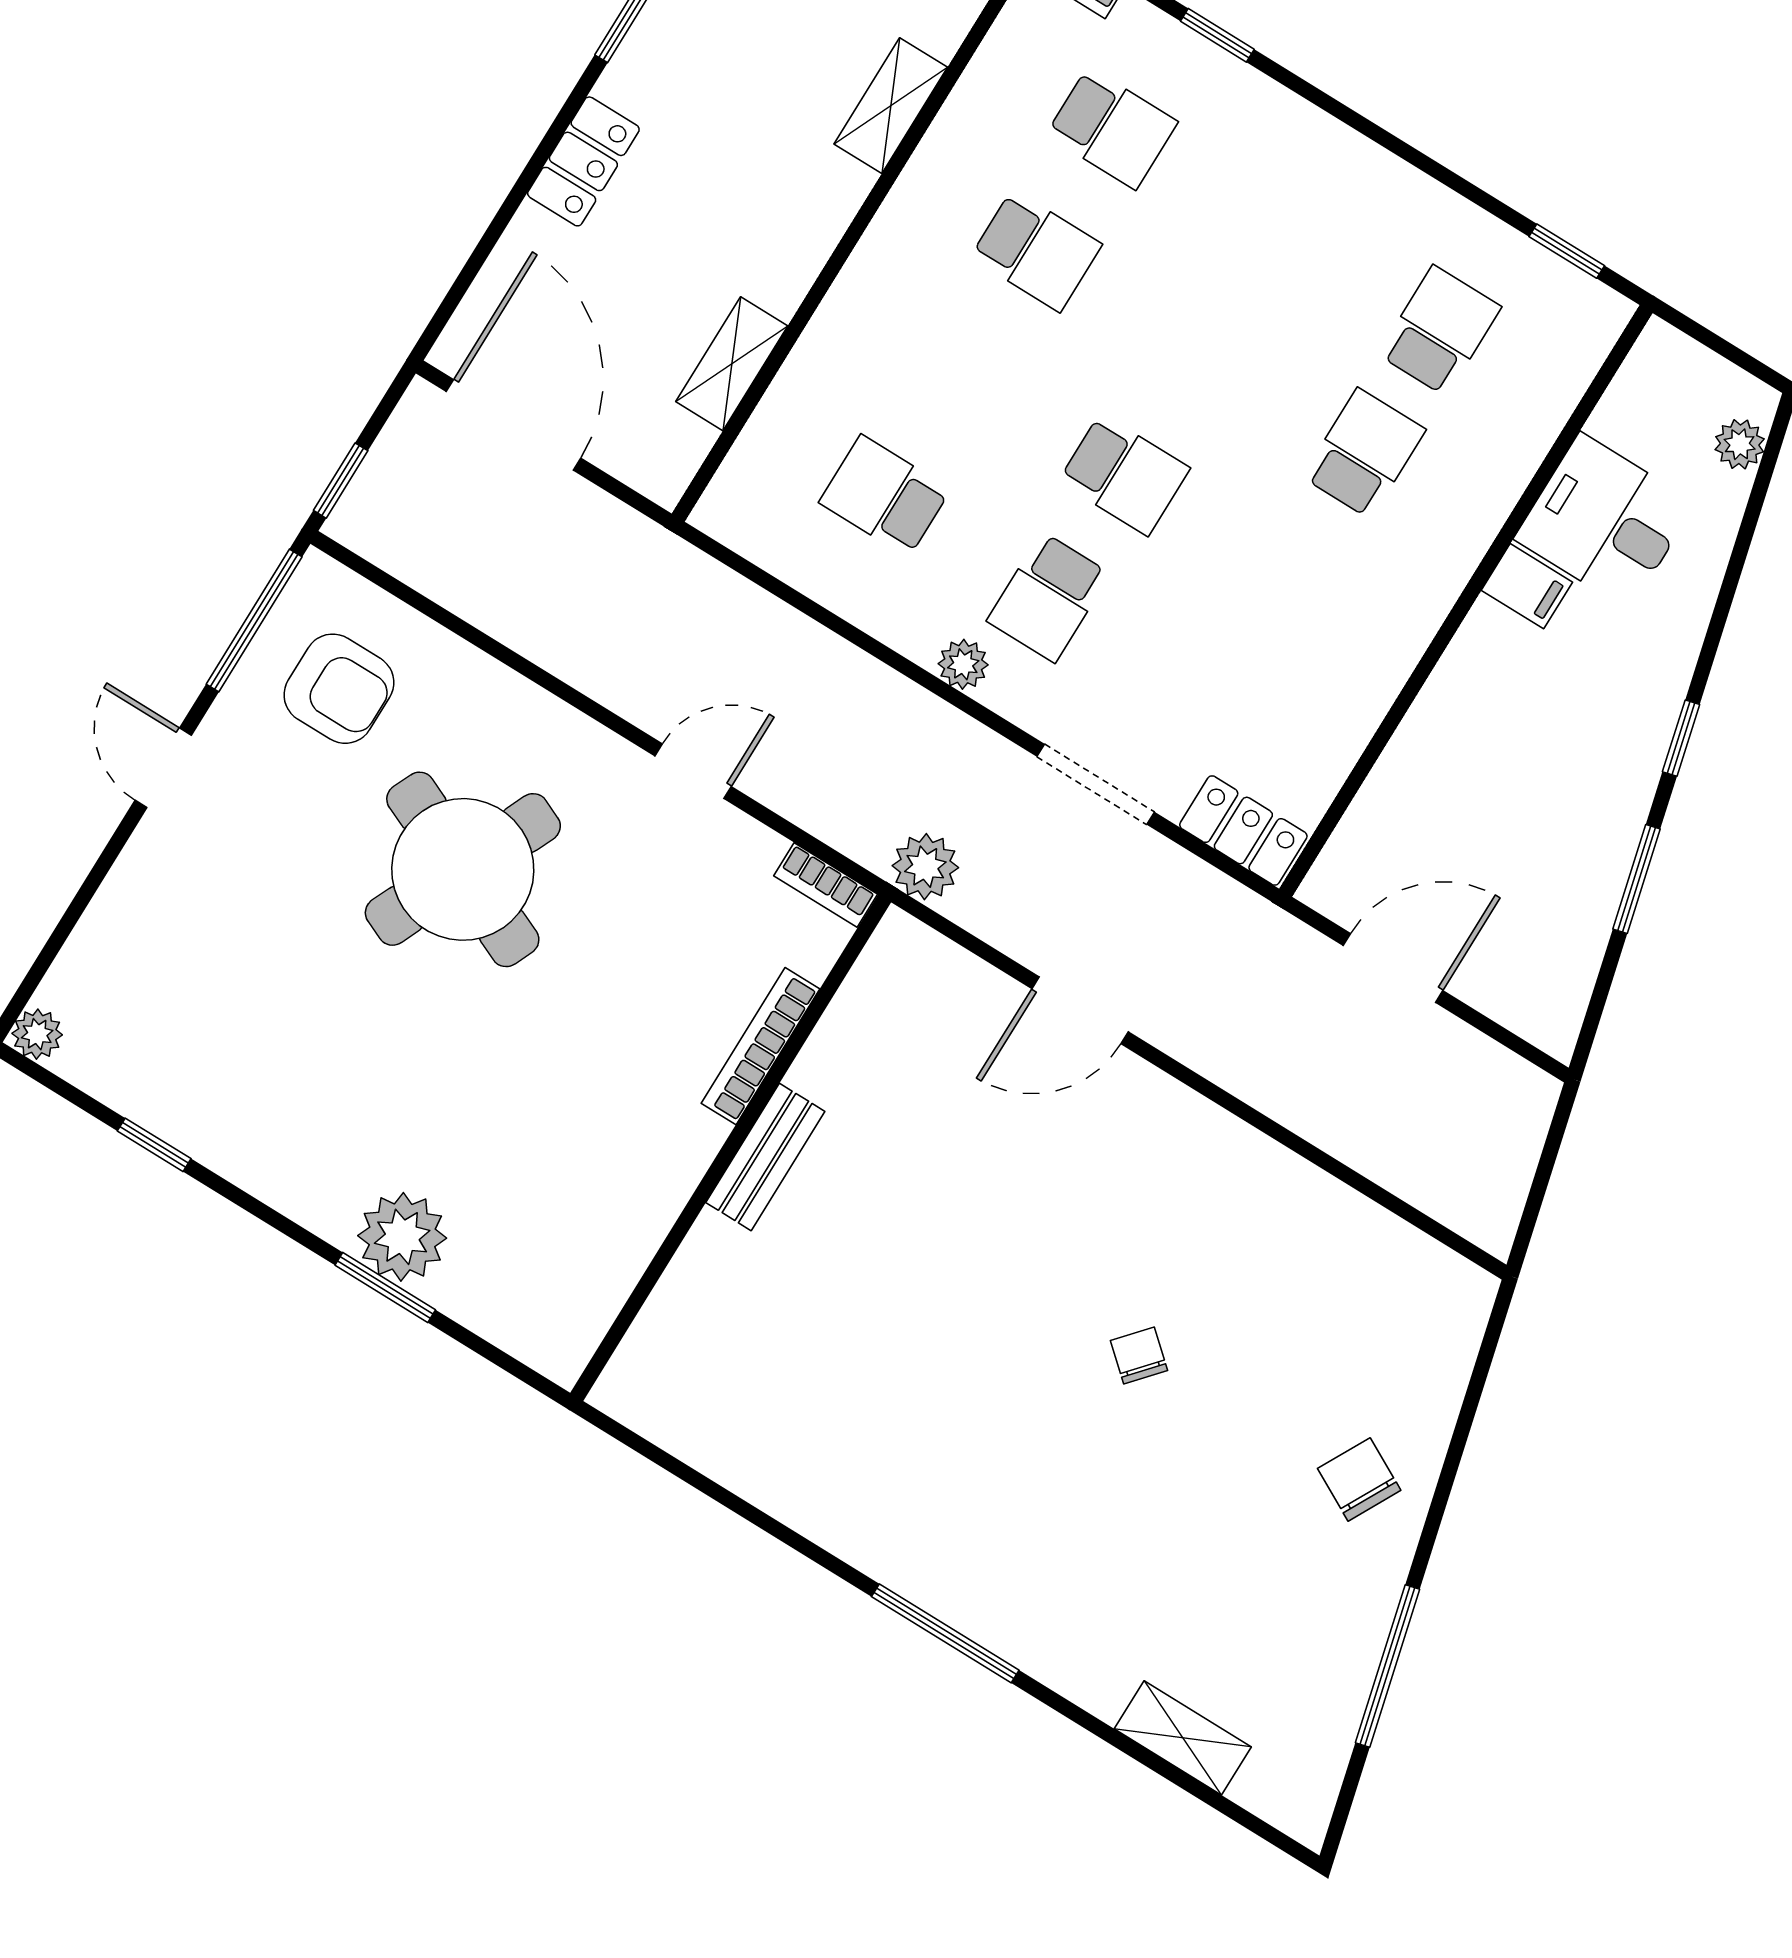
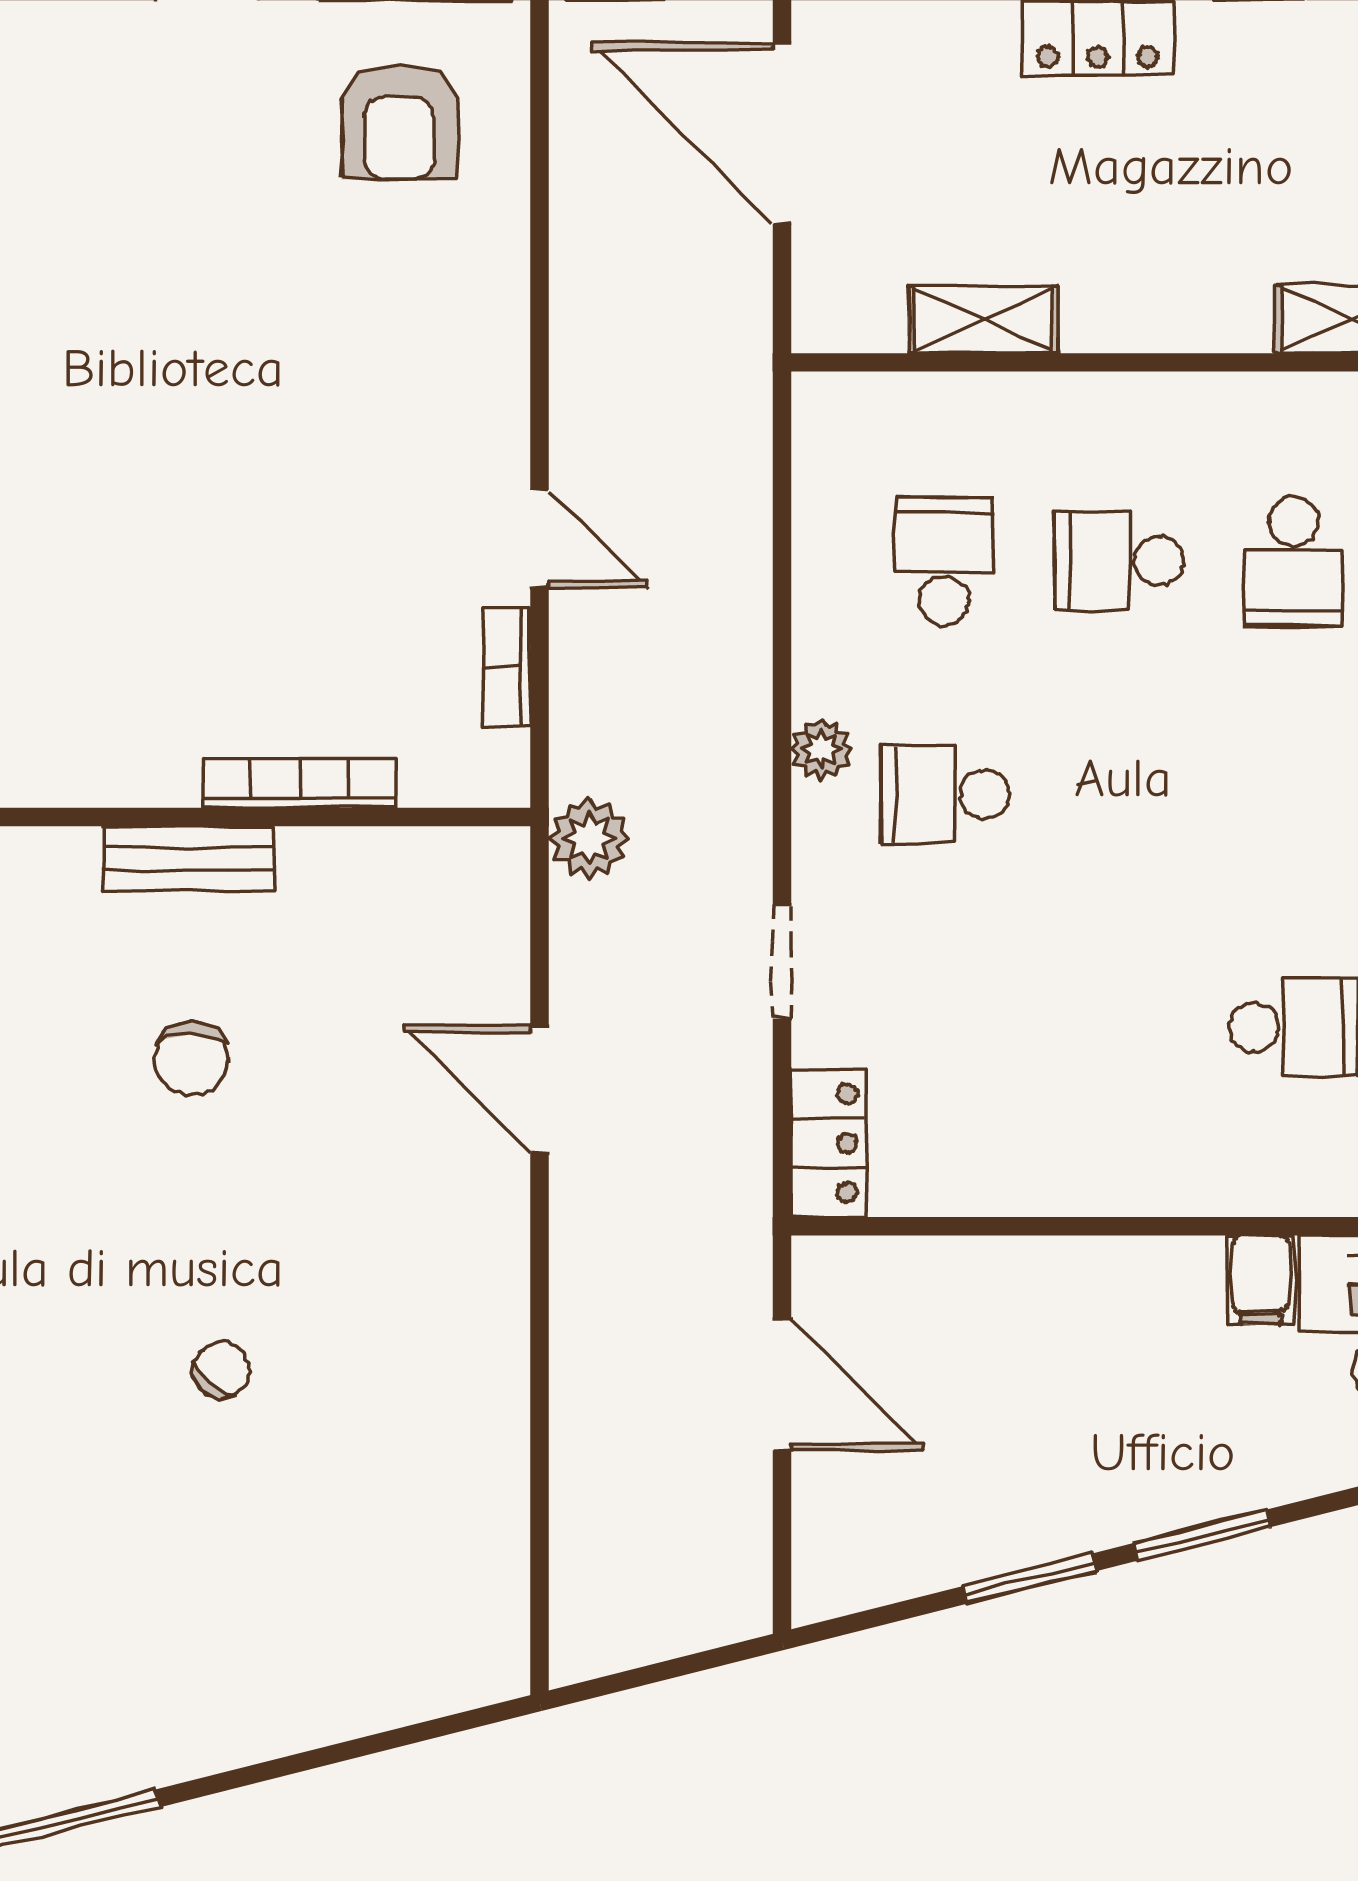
door: (514, 425) -> (782, 134), swing flipped
school desk: (1124, 475) -> (1119, 561), moved, turned 90
window: (1681, 738) -> (1202, 1535), width x1.50
doorway: (1096, 784) -> (782, 962), width x0.73
round table: (463, 869) -> (292, 364), removed
bookcase: (826, 885) -> (507, 666), moved
chair: (1359, 1479) -> (191, 1058), moved, turned 152

